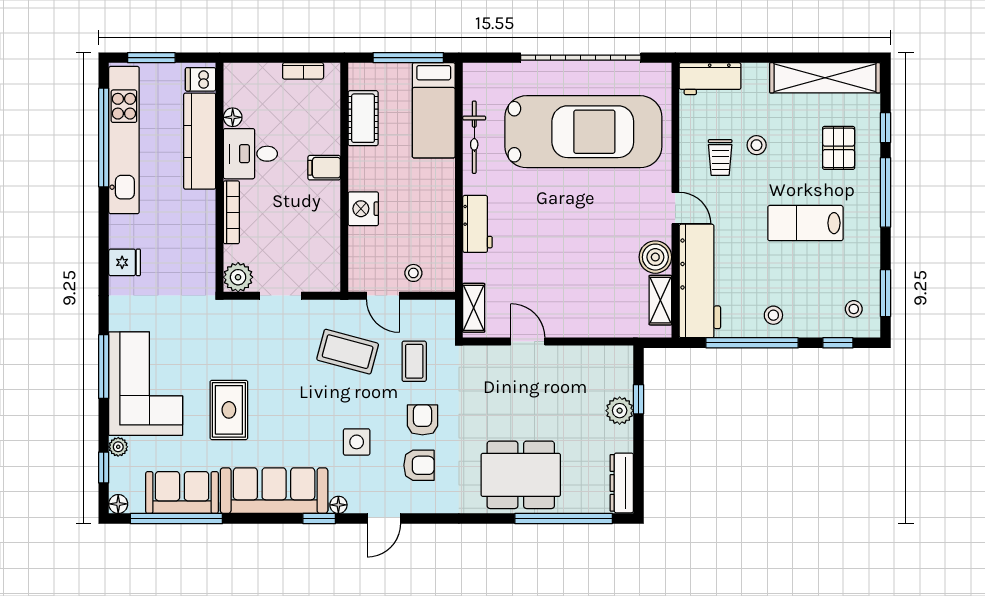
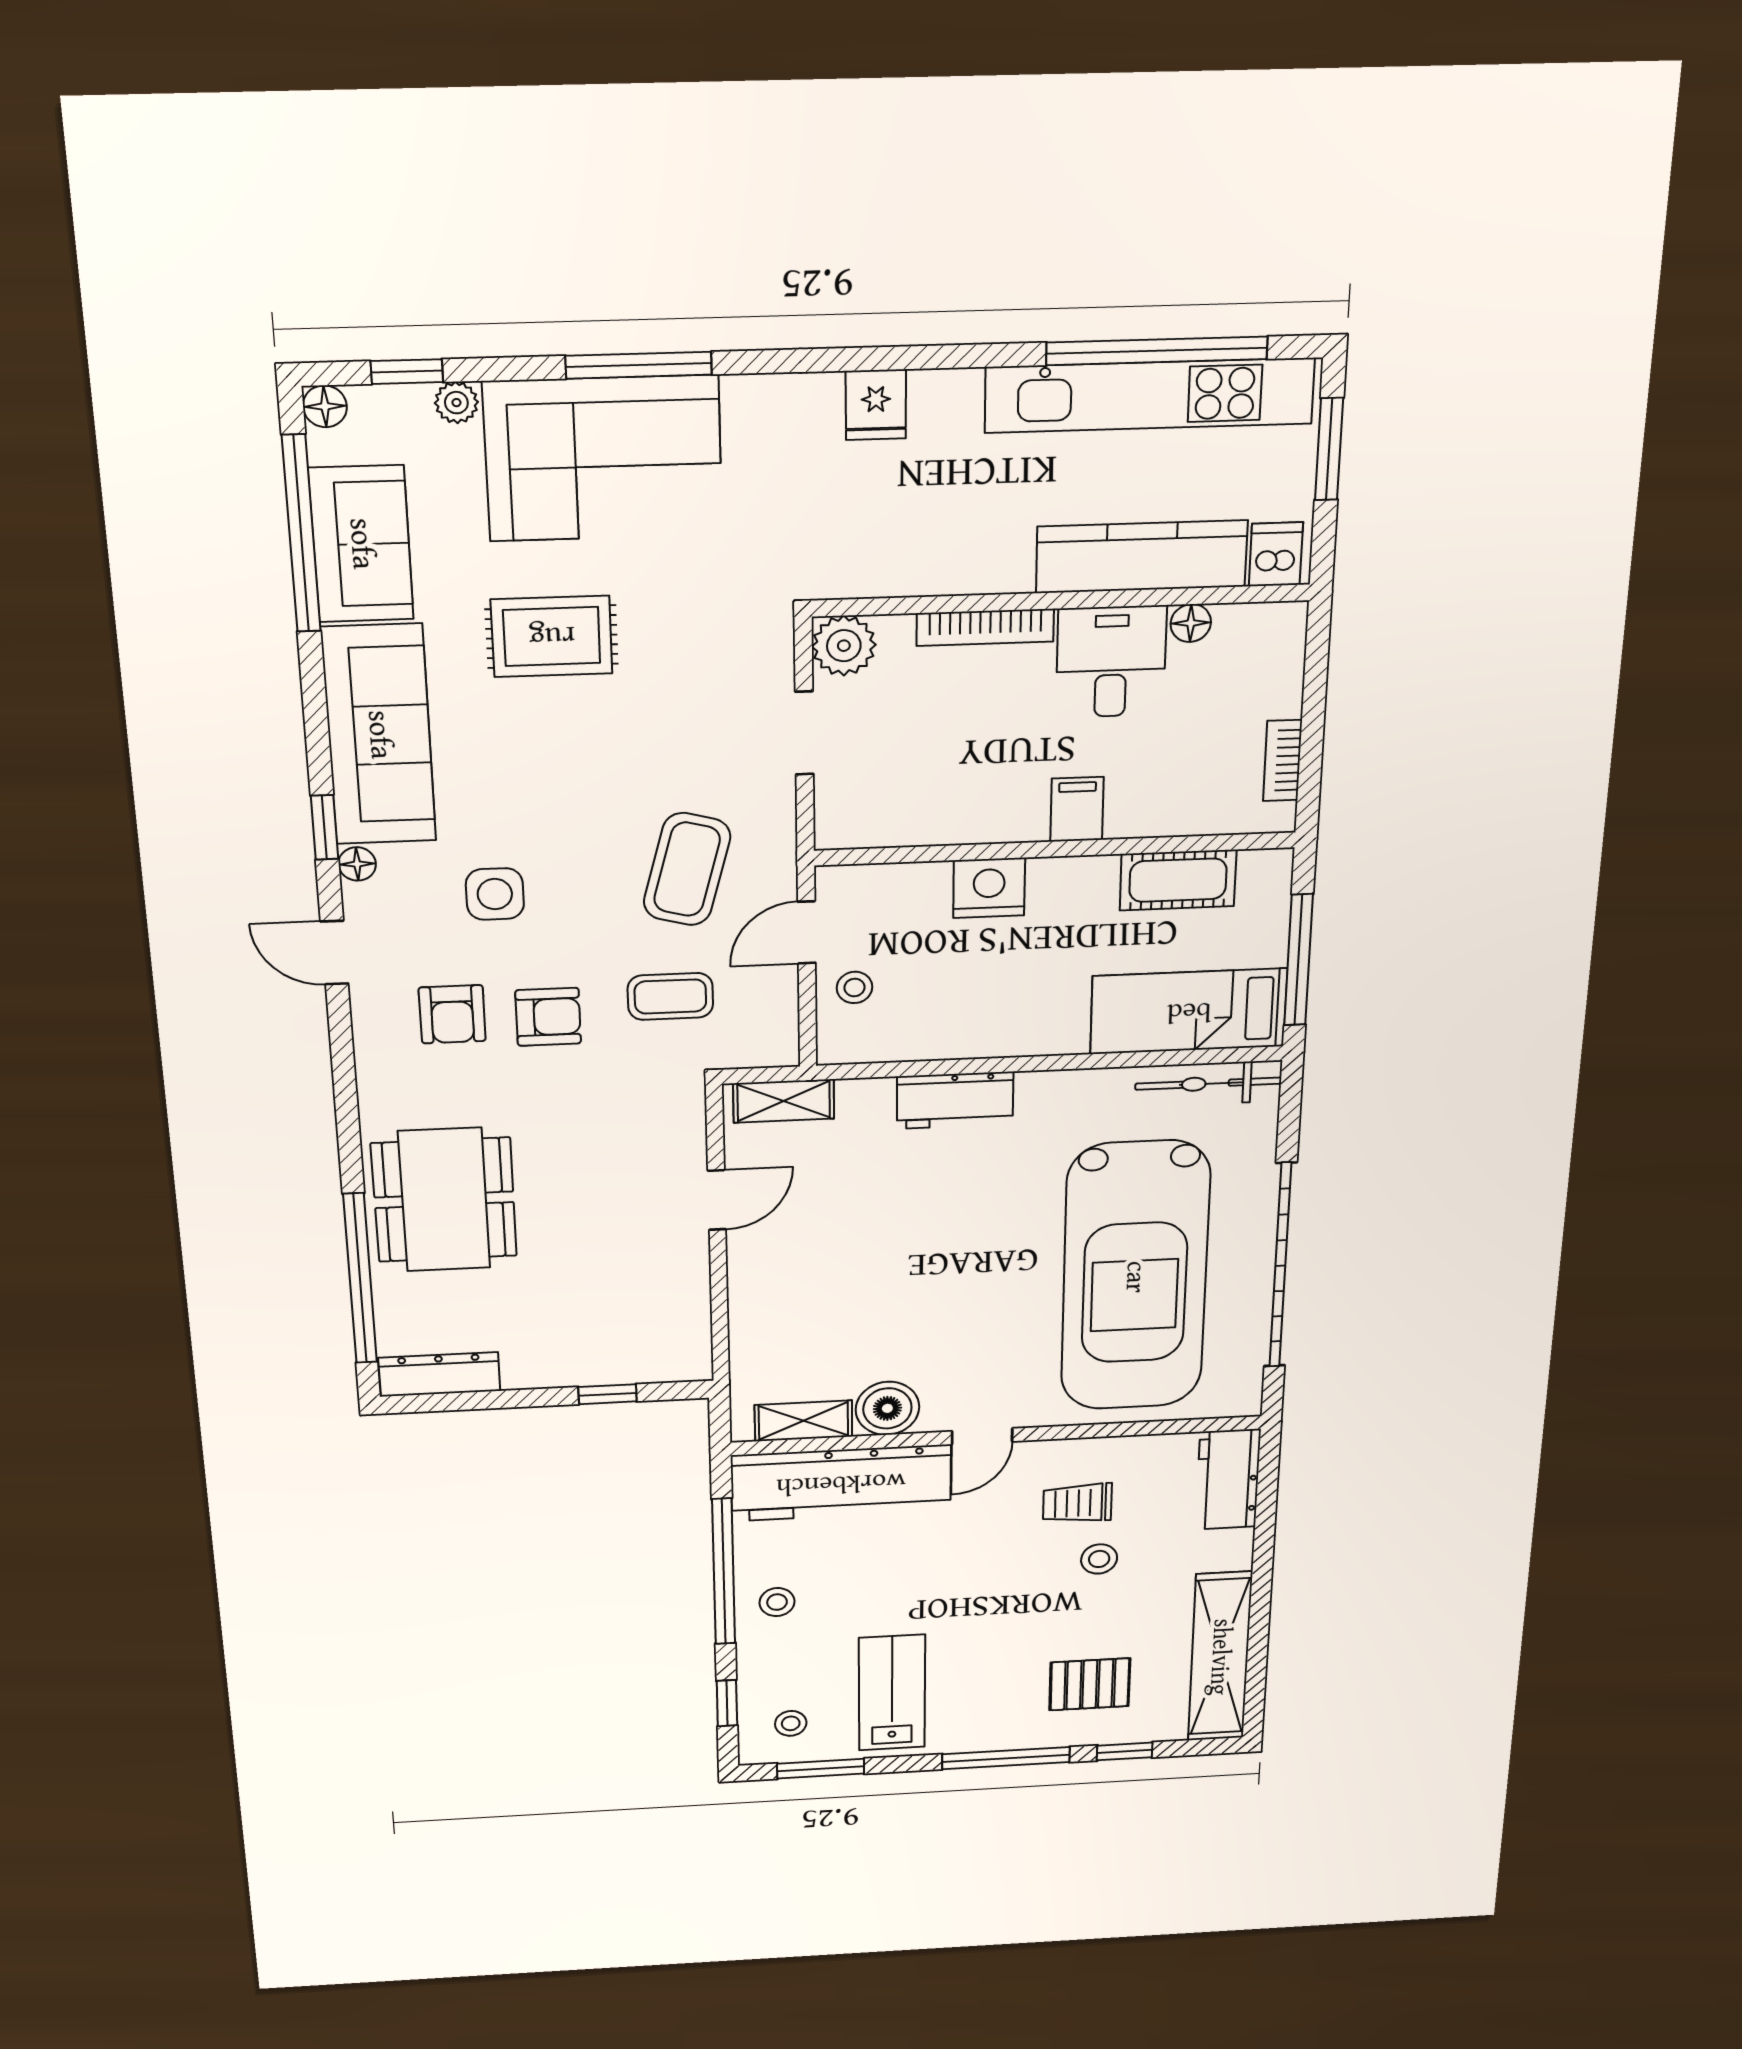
bicycle: (474, 137) -> (1208, 1084), moved
lab bench: (805, 223) -> (892, 1693), moved
plant: (620, 411) -> (584, 1364), removed

